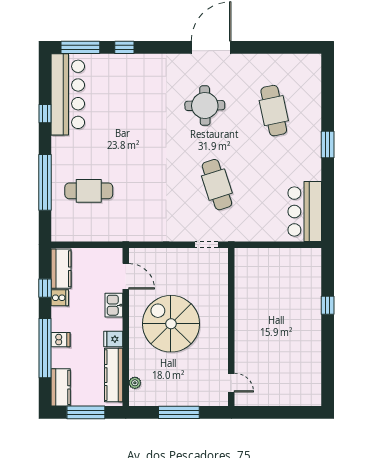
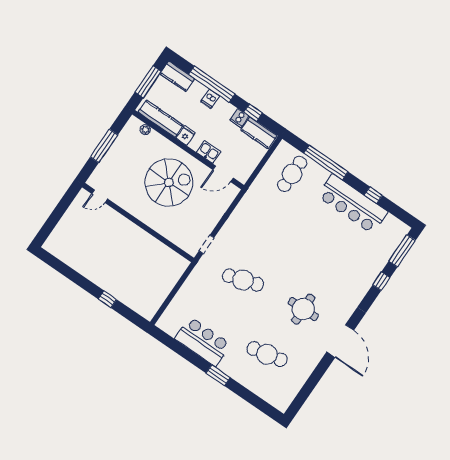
bar counter: (68, 94) -> (352, 204), moved
cafe table: (89, 191) -> (292, 174), moved
bar counter: (305, 212) -> (203, 341), moved

